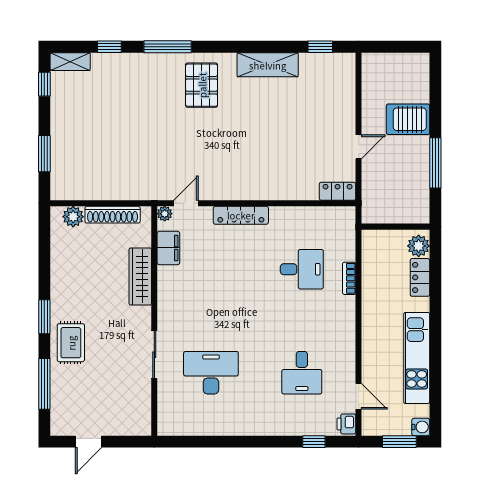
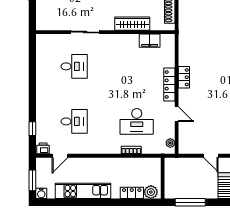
window: (435, 163) -> (190, 202), moved
locker: (338, 191) -> (184, 77), moved
door: (186, 203) -> (177, 114), moved
plant: (165, 214) -> (170, 143), moved
desk: (302, 269) -> (137, 121), width x1.37
desk: (211, 373) -> (74, 66), width x0.73
desk: (302, 373) -> (74, 121), turned 180

